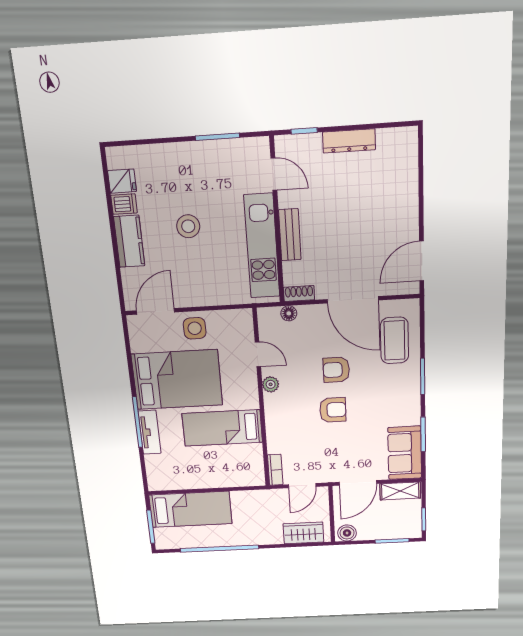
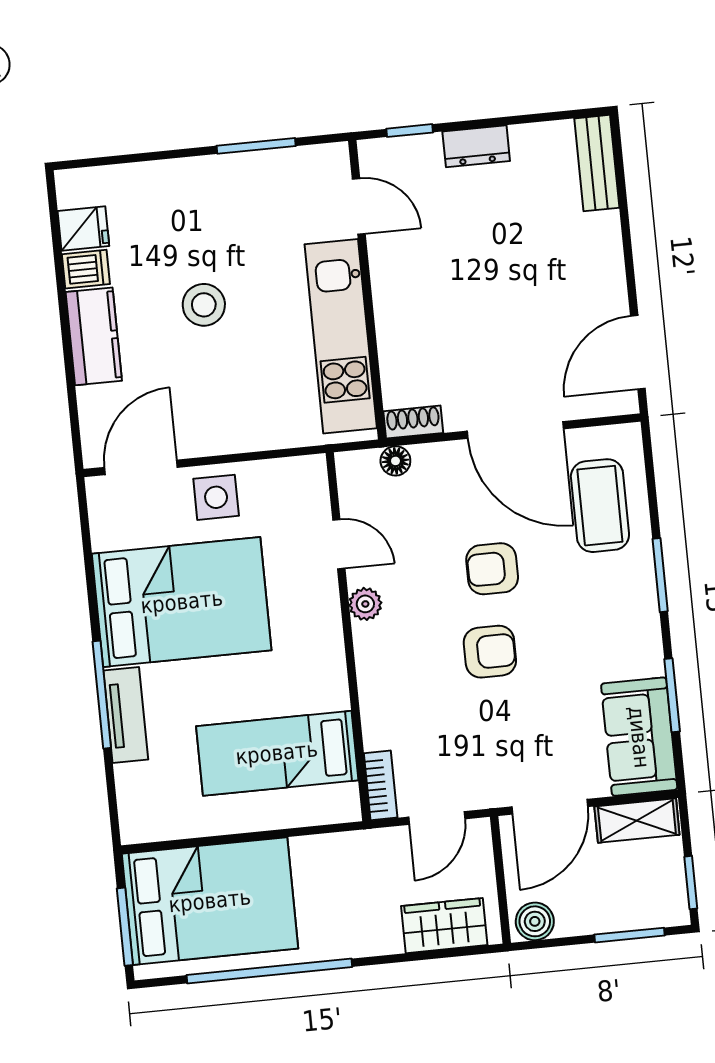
dresser: (349, 141) -> (476, 146), width x0.70
bench: (290, 235) -> (597, 163), moved
bed: (222, 428) -> (277, 753), moved
bed: (190, 509) -> (210, 901), width x1.50

